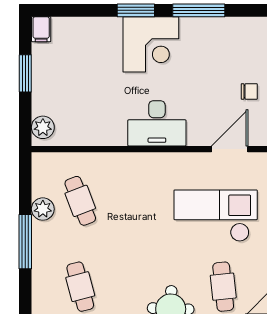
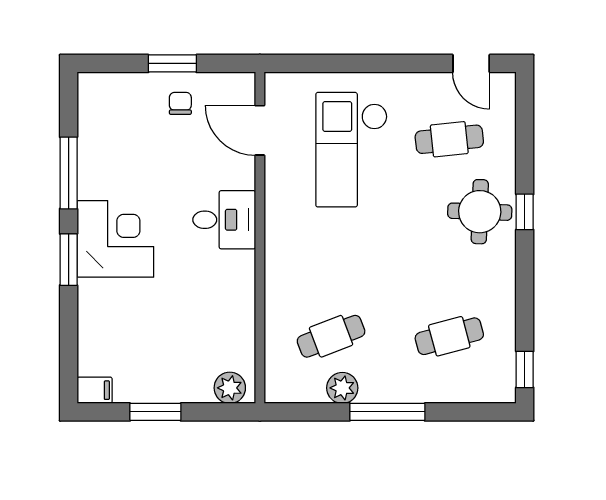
desk: (157, 123) -> (224, 220), width x0.73

